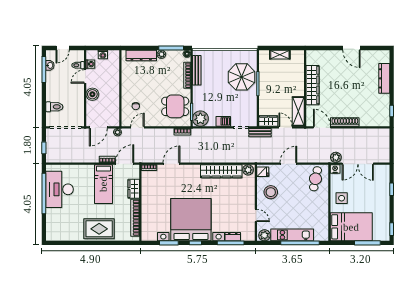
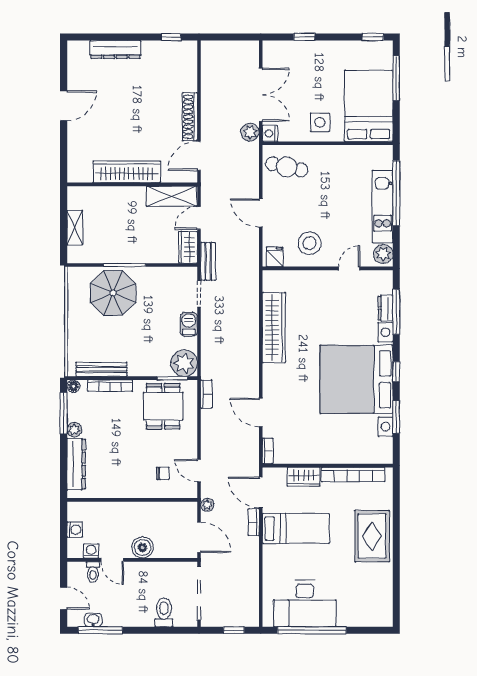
plant: (248, 170) -> (271, 282), removed

